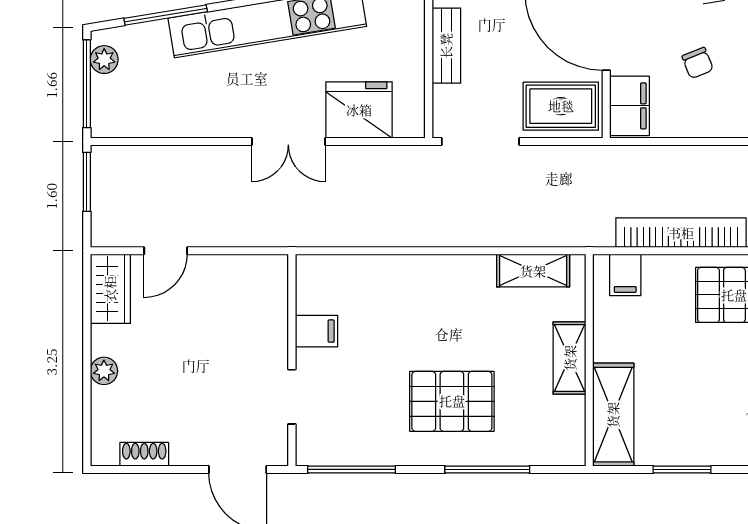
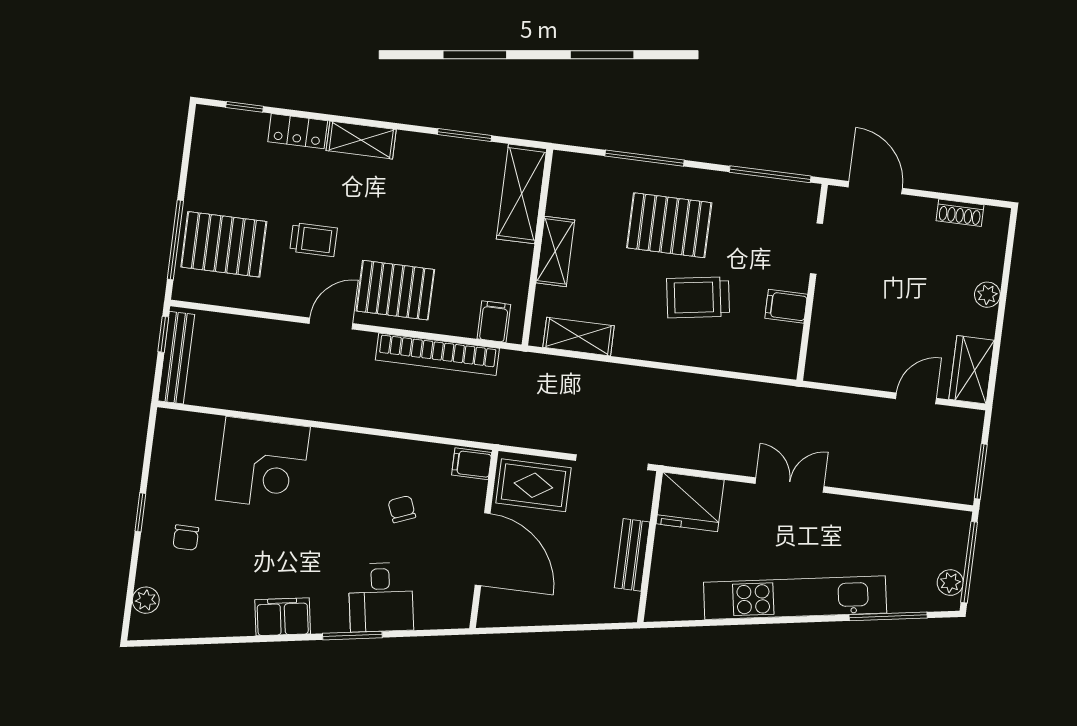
filing cabinet: (630, 106) -> (472, 464), width x0.50
fridge: (359, 110) -> (690, 502), moved
trolley: (411, 329) -> (698, 297), added

